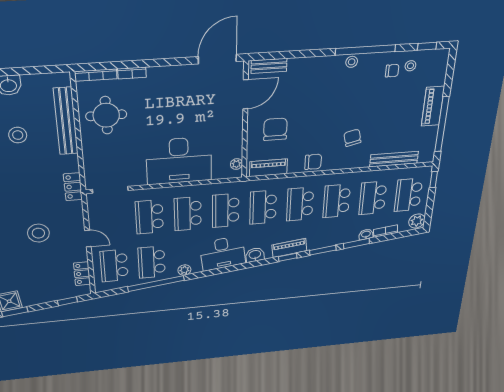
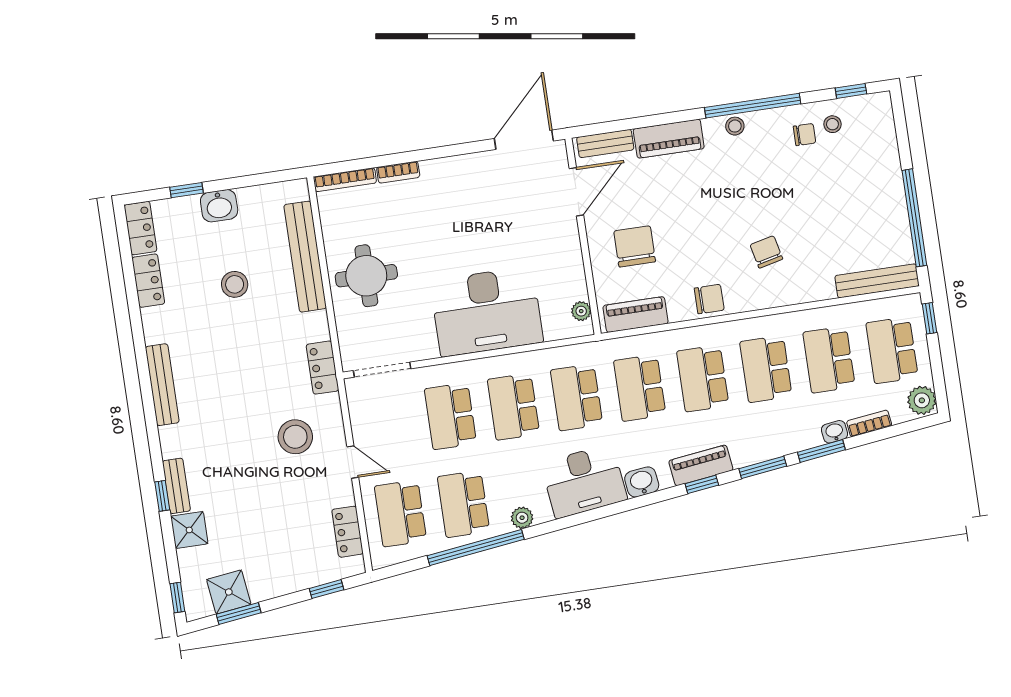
piano: (433, 106) -> (669, 139), moved, turned -90
round table: (106, 115) -> (366, 276), moved
bench: (394, 159) -> (877, 281), moved
stool: (38, 233) -> (295, 437), moved

